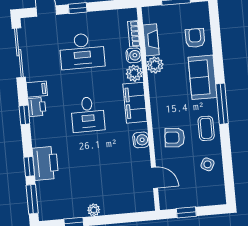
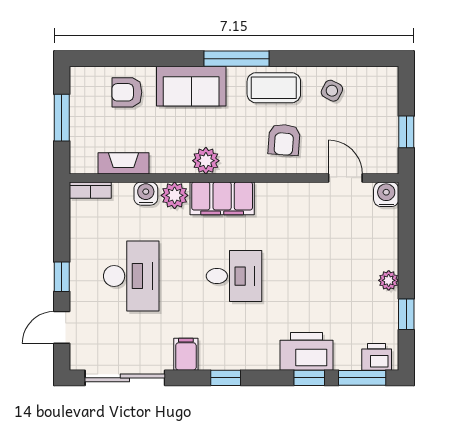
bookcase: (134, 34) -> (90, 190), moved
plant: (155, 65) -> (206, 161), moved
printer: (37, 107) -> (377, 357), moved
coffee table: (206, 128) -> (274, 88), width x1.36, depth x1.30
water cooler: (141, 140) -> (386, 194), moved
door: (154, 178) -> (345, 178), hinge flipped

